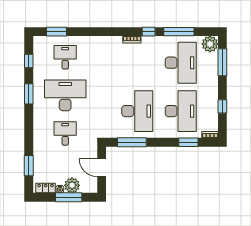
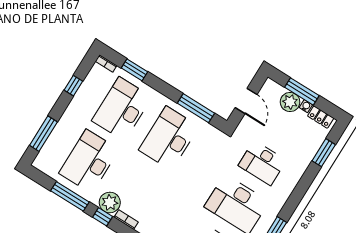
plant: (210, 44) -> (110, 202), moved
desk: (65, 133) -> (262, 163), width x1.37

